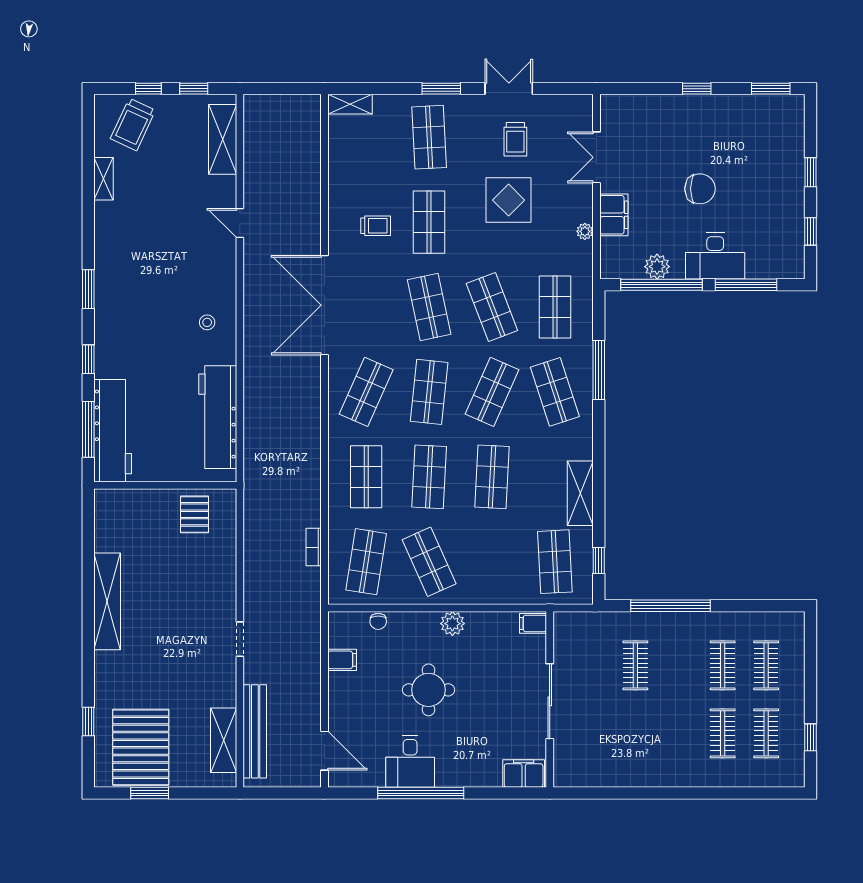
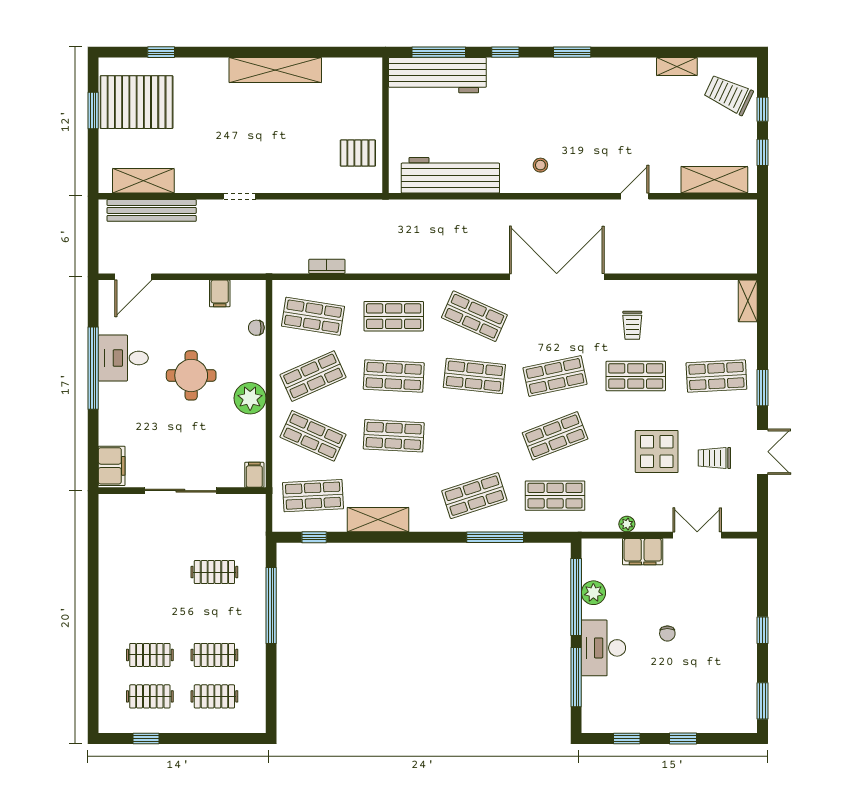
chair: (700, 189) -> (667, 634), width x0.54, depth x0.54
shop shelf: (492, 392) -> (313, 436), moved
plant: (452, 624) -> (250, 398), width x1.36, depth x1.36

